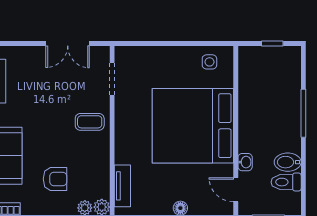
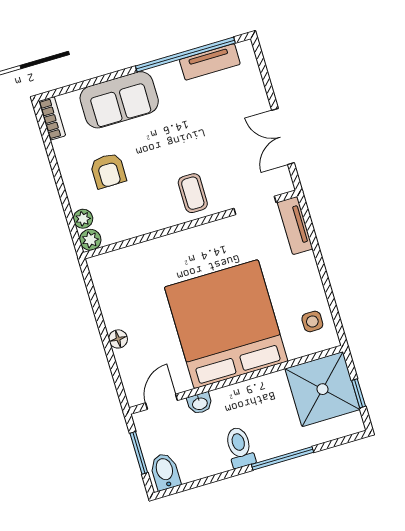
shower: (261, 69) -> (323, 389), added
bidet: (288, 162) -> (165, 471), moved
toilet: (286, 182) -> (240, 447), moved
tv unit: (122, 186) -> (295, 226), moved, turned 90

